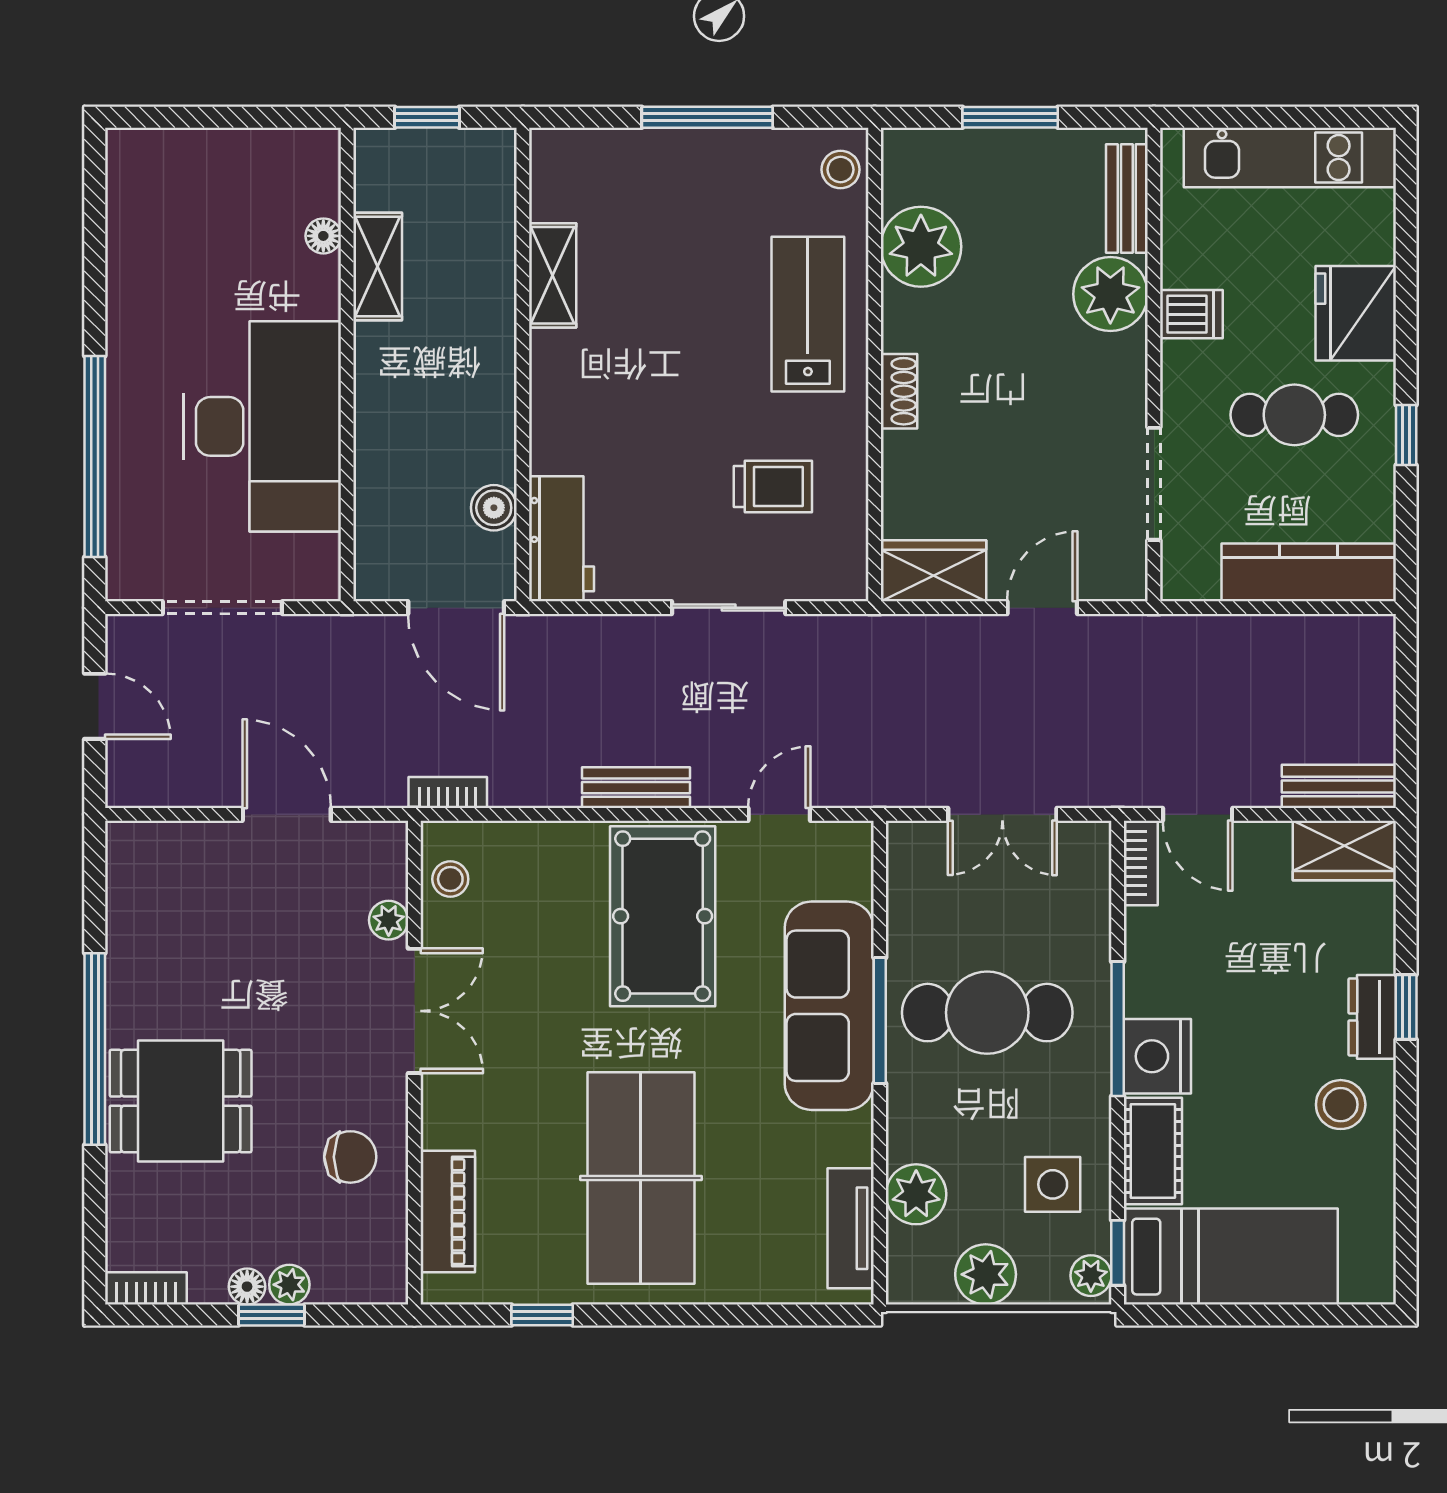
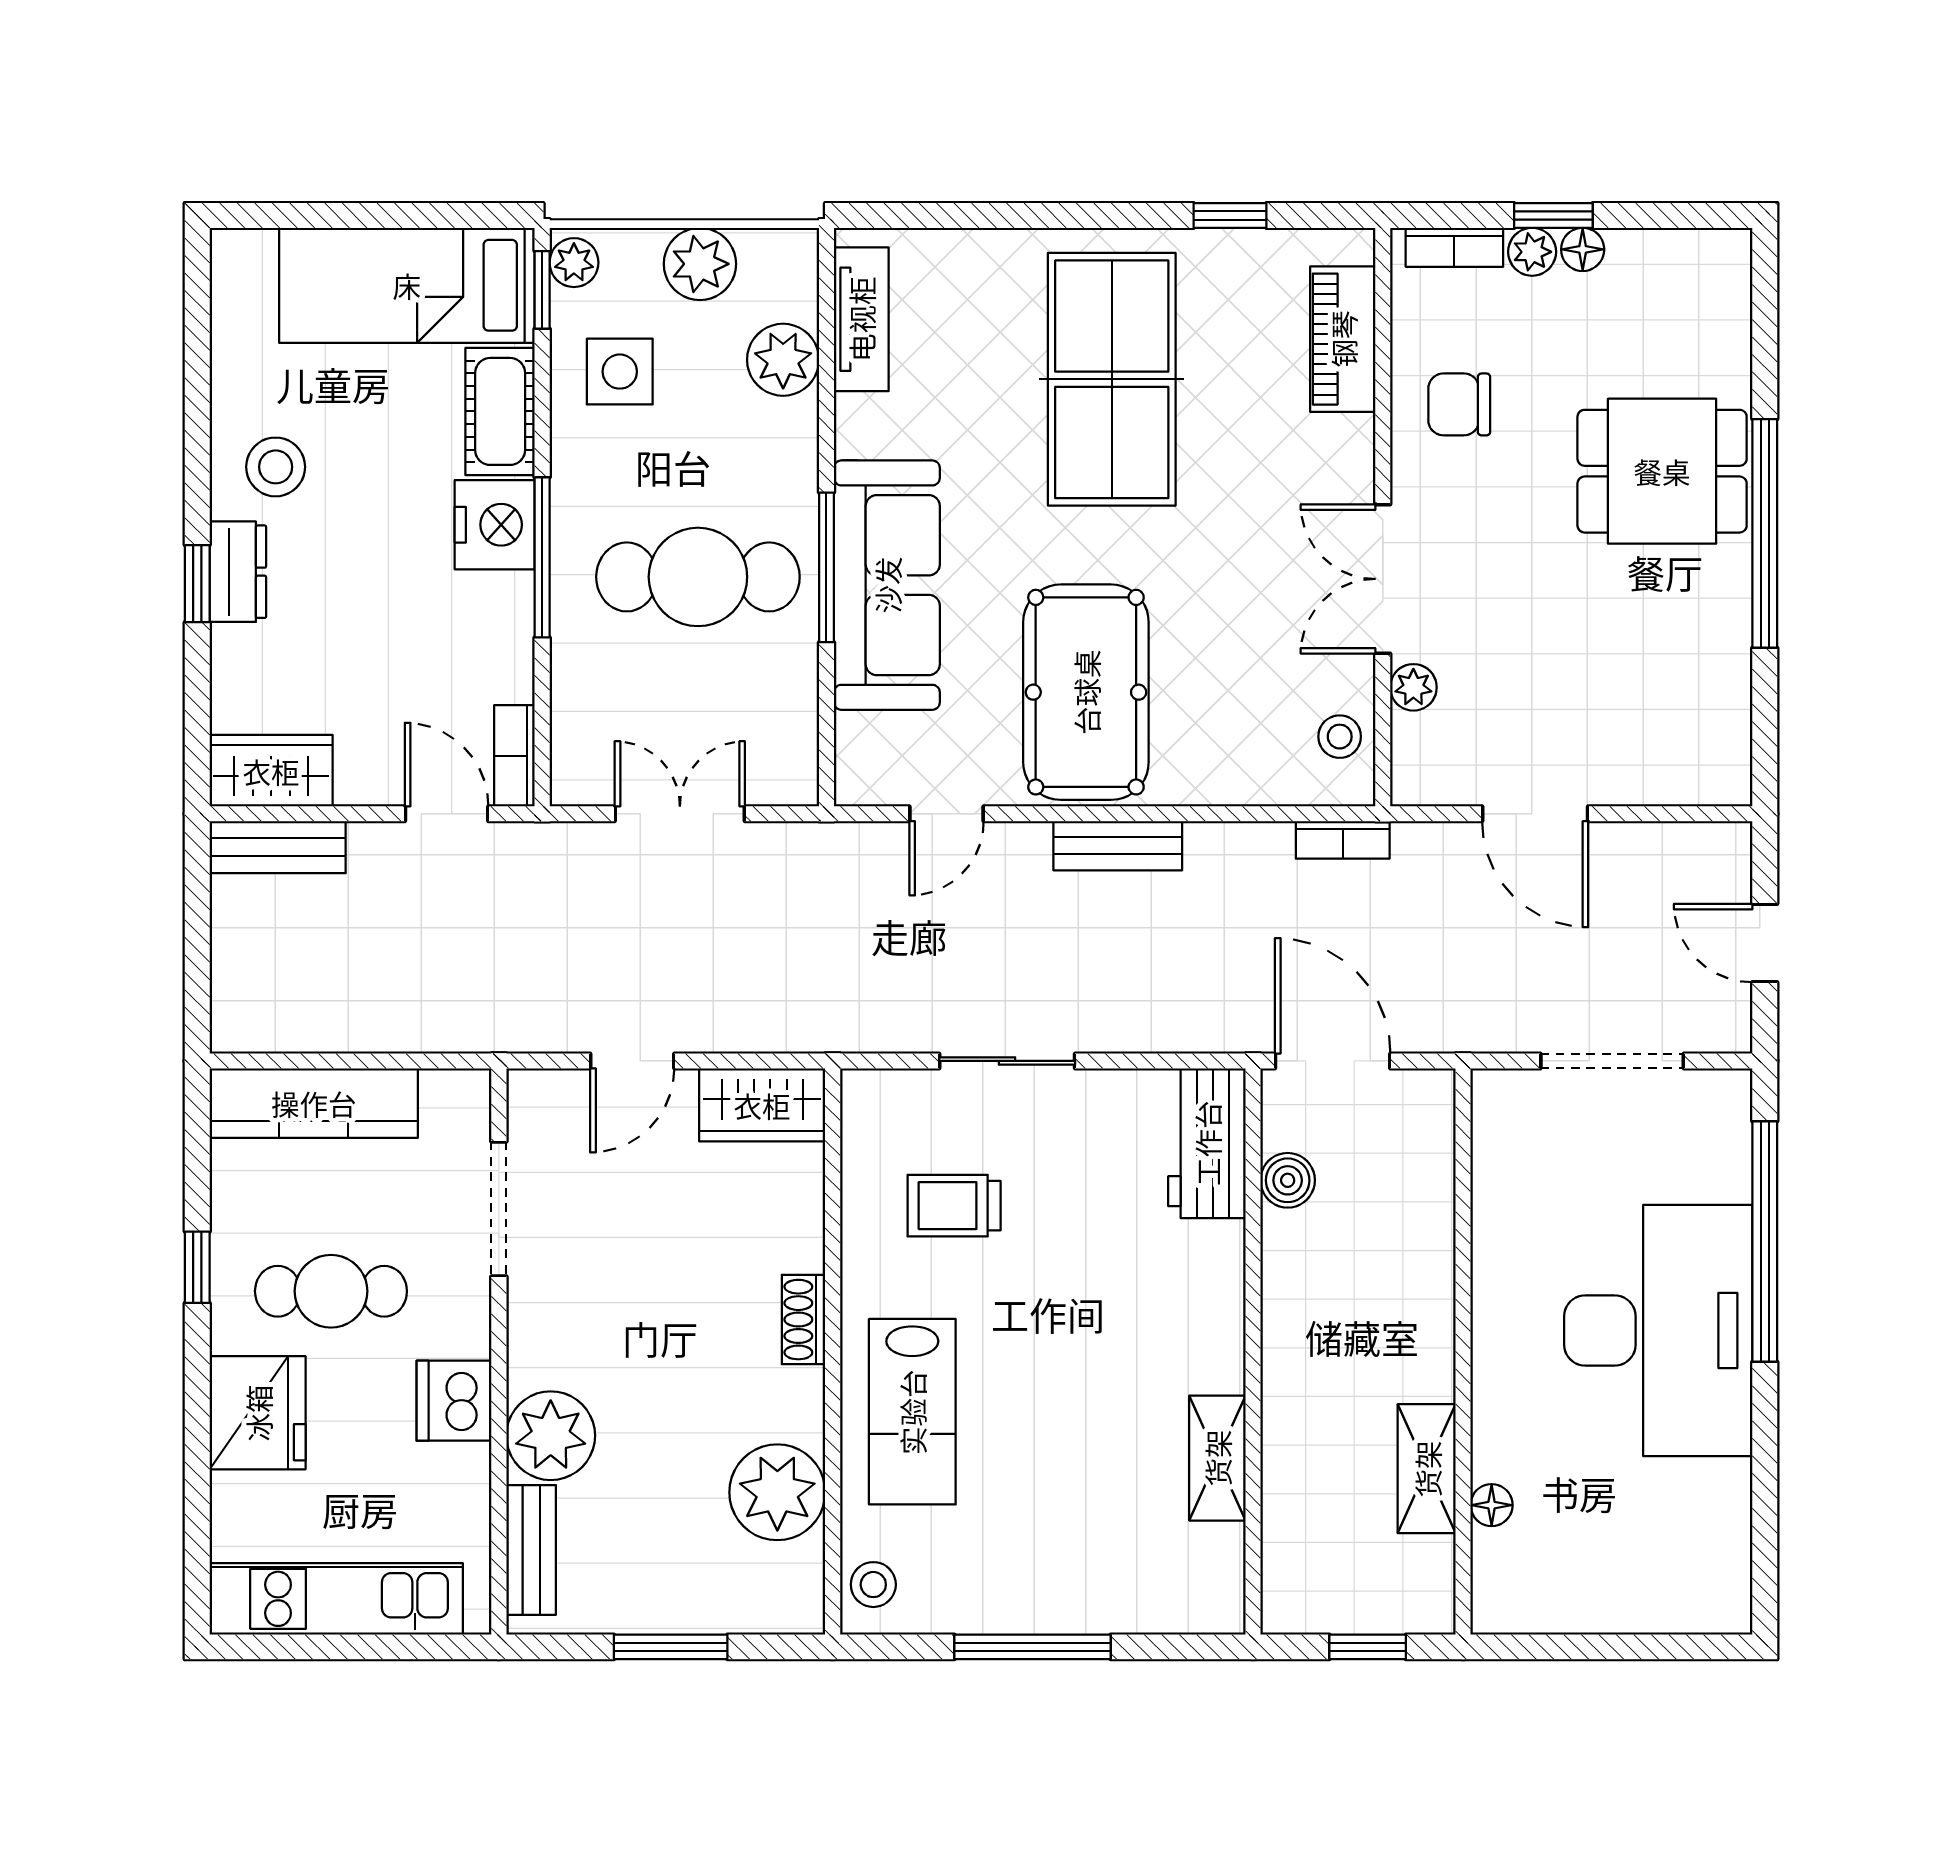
dishwasher: (1191, 314) -> (454, 1401), width x1.38
desk: (262, 426) -> (1658, 1330), moved, turned 180
bookcase: (146, 1288) -> (1454, 247), moved

